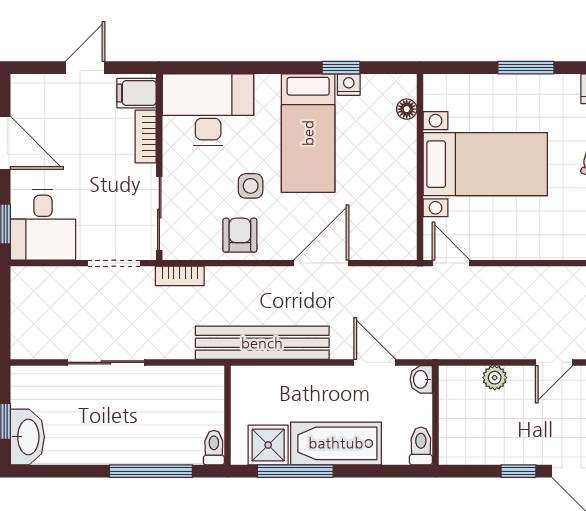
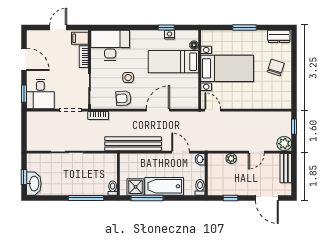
bed: (308, 133) -> (173, 62), moved, turned 90
armchair: (240, 235) -> (124, 98), turned -94
window: (518, 471) -> (231, 198), moved

